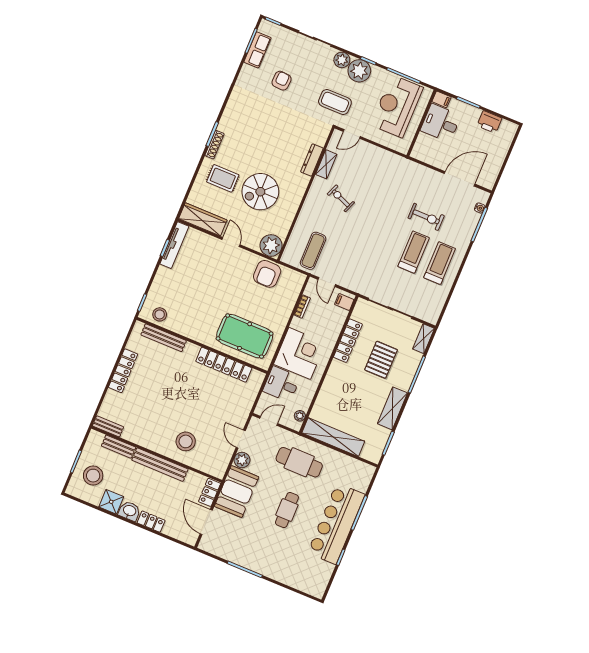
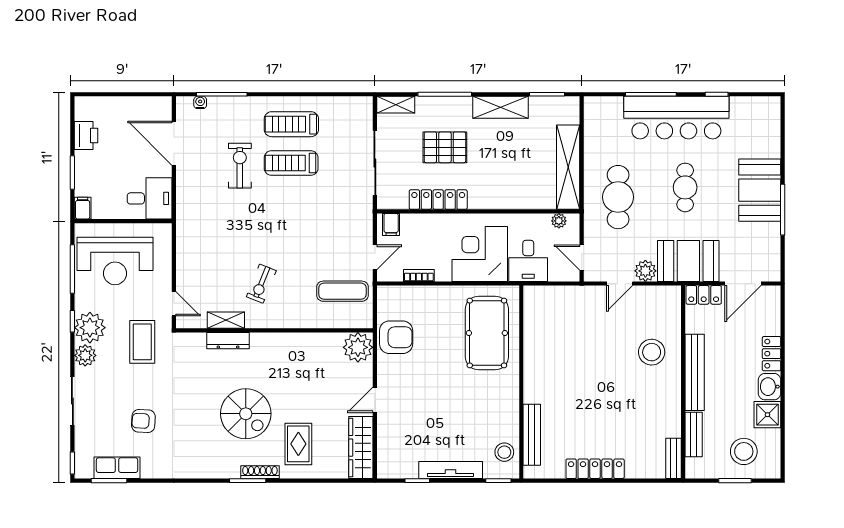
desk: (441, 123) -> (150, 198), moved, turned -90
spiral stairs: (260, 192) -> (246, 414), moved
tv unit: (174, 245) -> (451, 470), moved
locker: (224, 365) -> (534, 344), removed
cafe table: (287, 510) -> (685, 187), turned 90
booth: (264, 559) -> (760, 190), added

